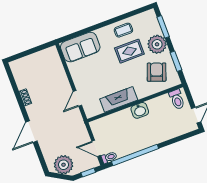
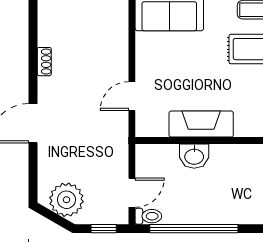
washbasin: (140, 110) -> (194, 156), moved
door: (96, 148) -> (132, 193), swing flipped

